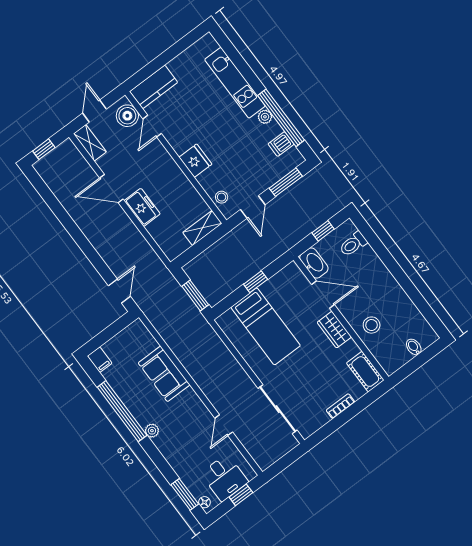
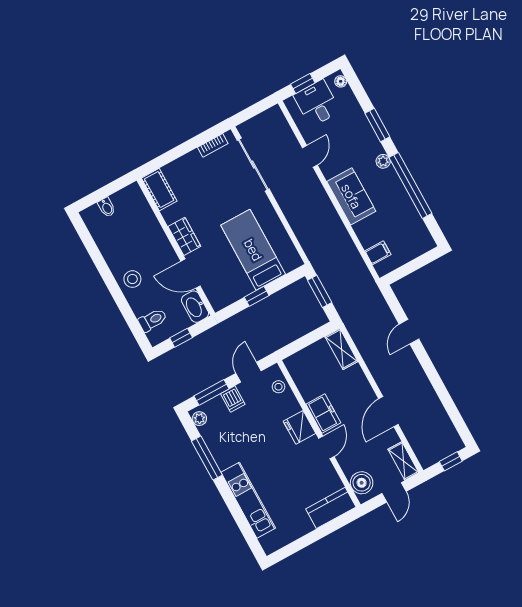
plant: (265, 117) -> (199, 419), moved
window: (281, 118) -> (207, 458), width x0.68
door: (152, 126) -> (326, 447), moved
dishwasher: (281, 144) -> (233, 399), moved, turned 90
door: (111, 189) -> (388, 412), swing flipped
freezer: (142, 207) -> (323, 413), moved, turned 180
shelving: (202, 228) -> (341, 349), moved, turned 90
door: (119, 291) -> (409, 332), moved
stool: (372, 325) -> (132, 279), moved
filing cabinet: (100, 360) -> (378, 253), moved, turned 90
sofa: (164, 374) -> (351, 196), moved
bookcase: (340, 406) -> (213, 145), moved
window: (185, 494) -> (377, 125), moved

